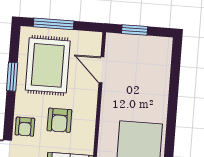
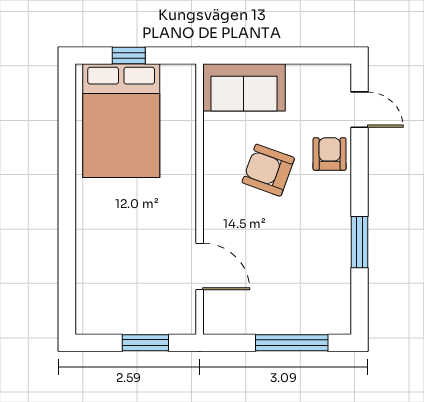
rug: (48, 65) -> (297, 267), removed
armchair: (59, 120) -> (268, 170), turned -70

